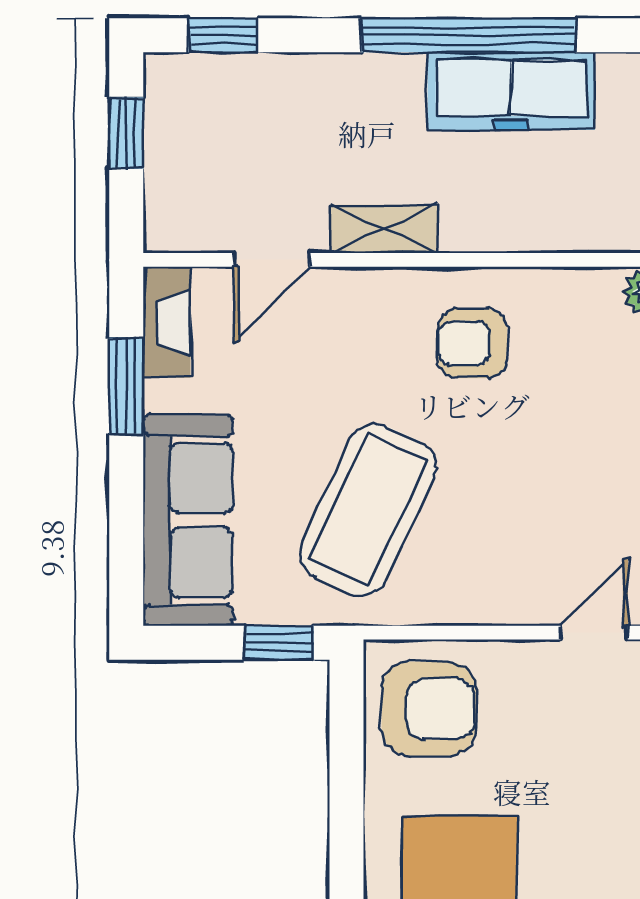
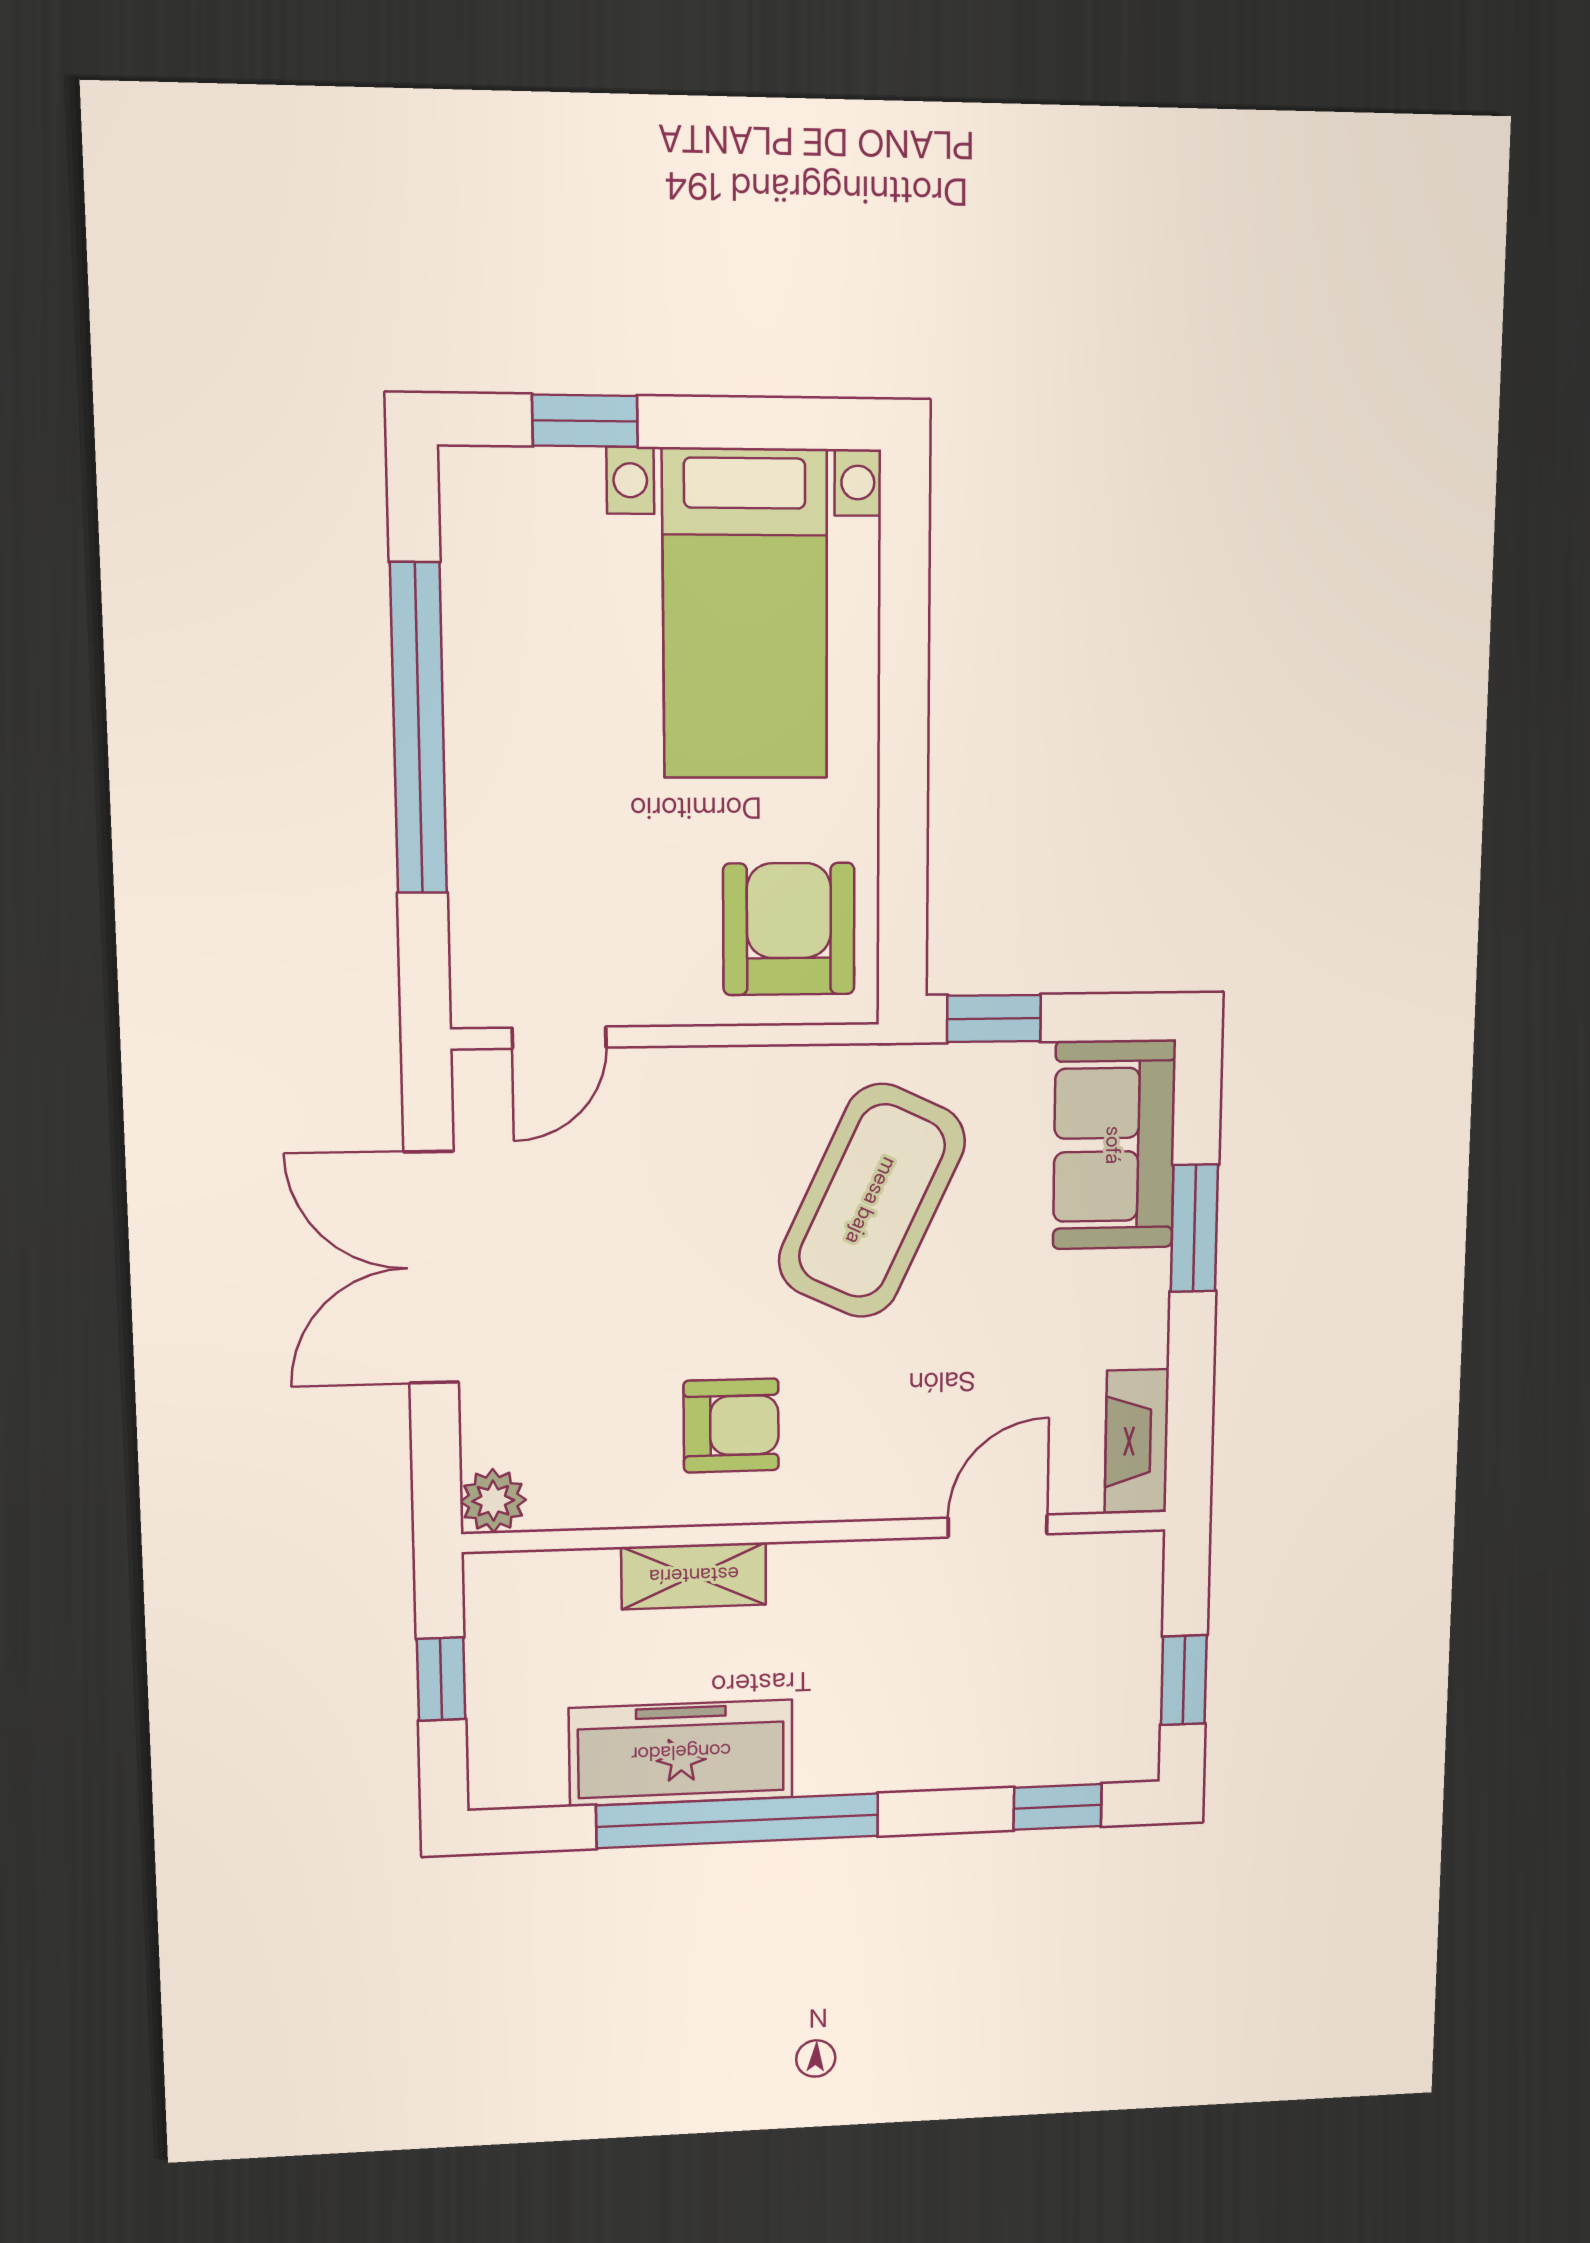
shelving: (384, 229) -> (694, 1576), moved
window: (126, 386) -> (1194, 1228), moved
sofa: (188, 520) -> (1114, 1145), width x0.73
armchair: (429, 709) -> (789, 929), turned 90

